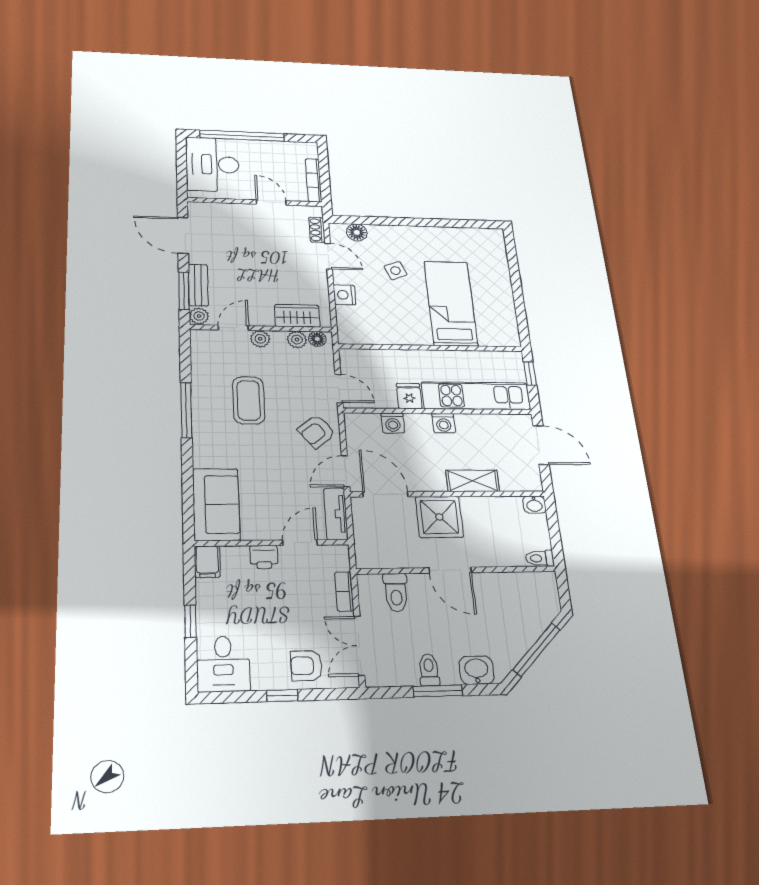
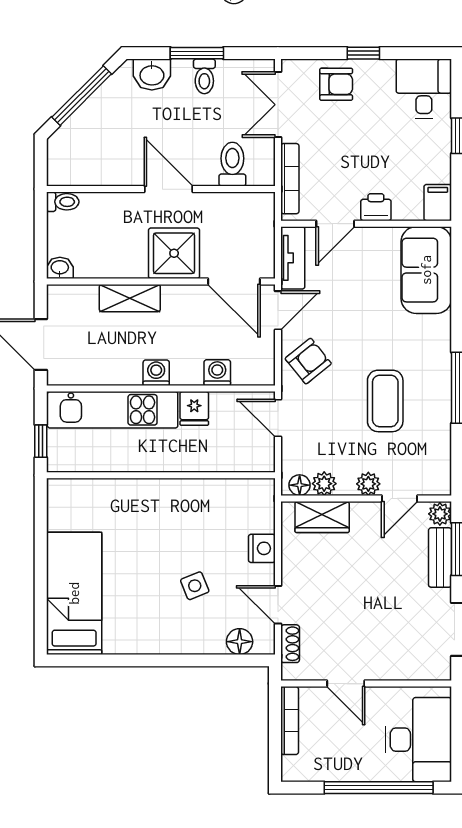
bed: (451, 303) -> (74, 593), moved, turned 180
bookcase: (344, 592) -> (290, 179), width x1.56
double door: (359, 646) -> (278, 105), swing flipped

